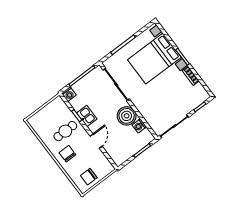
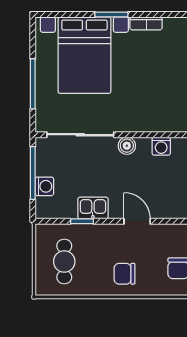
washing machine: (69, 94) -> (44, 186), moved
boiler: (127, 116) -> (127, 146), width x0.54, depth x0.54
cafe table: (65, 131) -> (64, 261), moved

